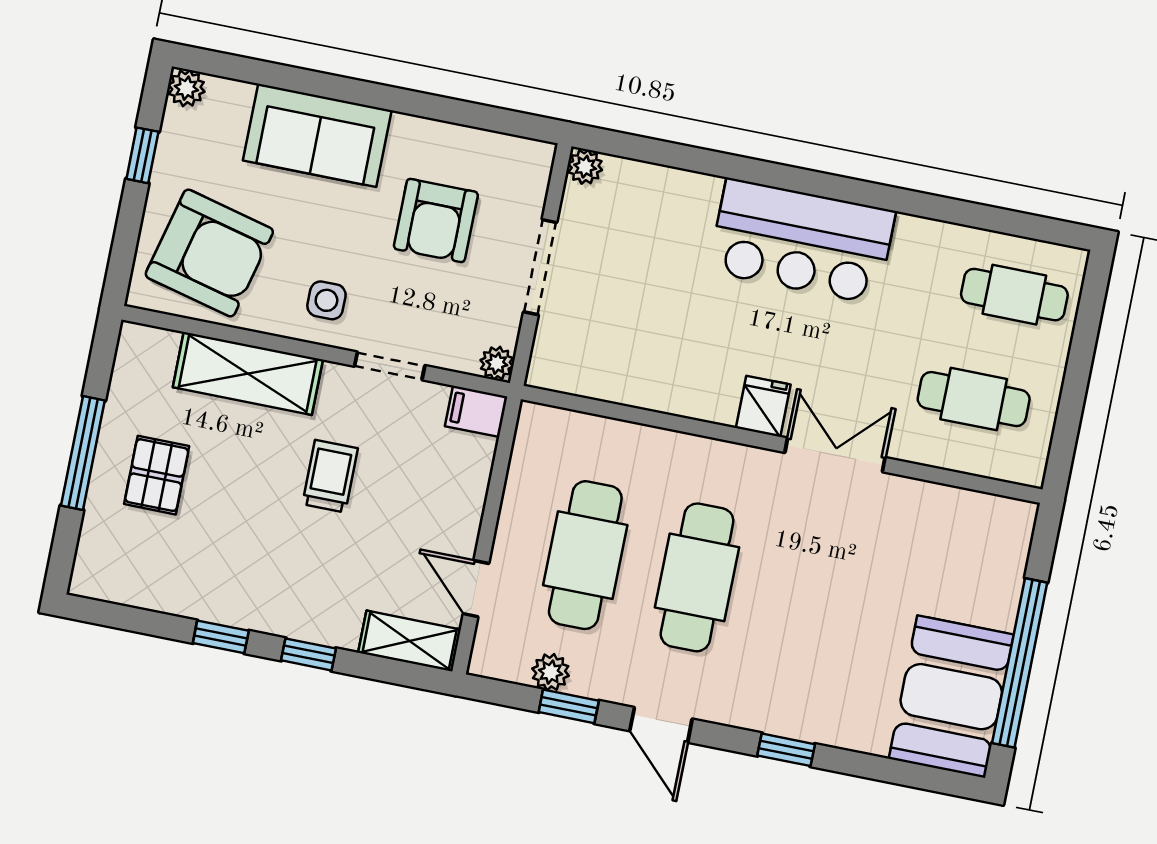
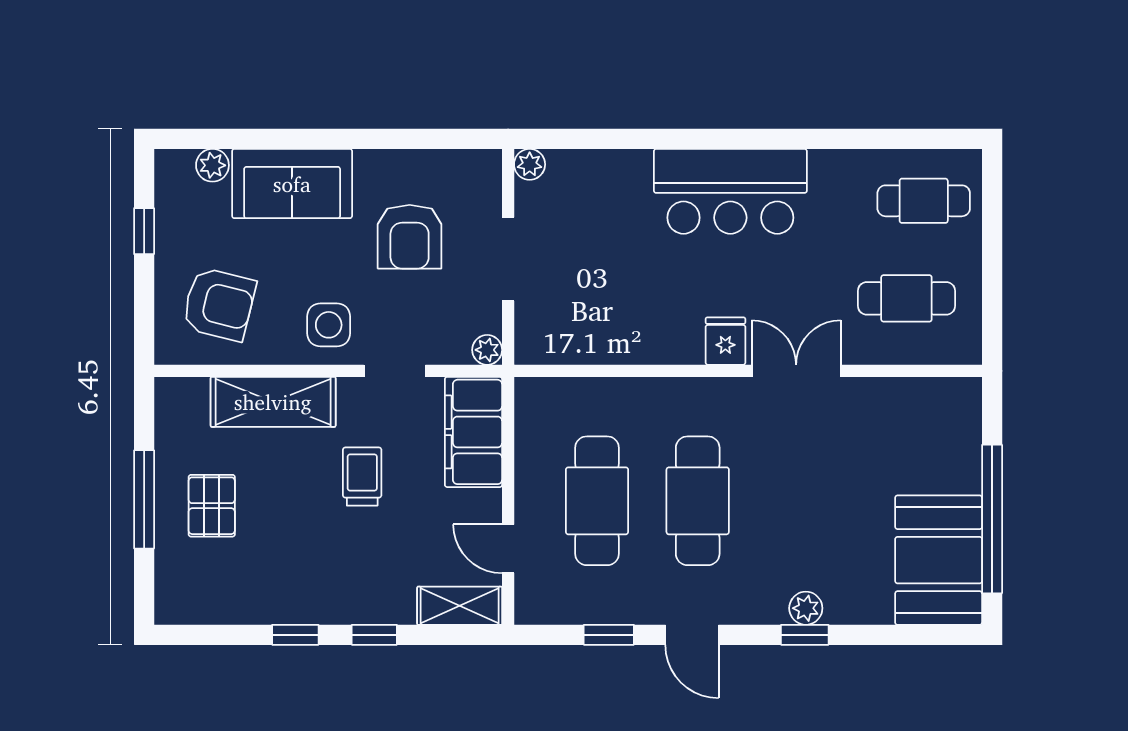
plant: (186, 88) -> (212, 165), moved
armchair: (209, 253) -> (219, 304), width x0.73, depth x0.73
side table: (326, 300) -> (329, 325), width x1.37, depth x1.37
filing cabinet: (476, 411) -> (473, 432), width x3.00, depth x1.17
plant: (551, 672) -> (806, 608), moved

